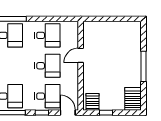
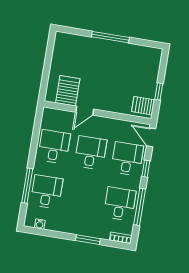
door: (81, 55) -> (85, 111), hinge flipped
server rack: (133, 99) -> (68, 91), moved, turned 90
door: (68, 113) -> (151, 137), hinge flipped

